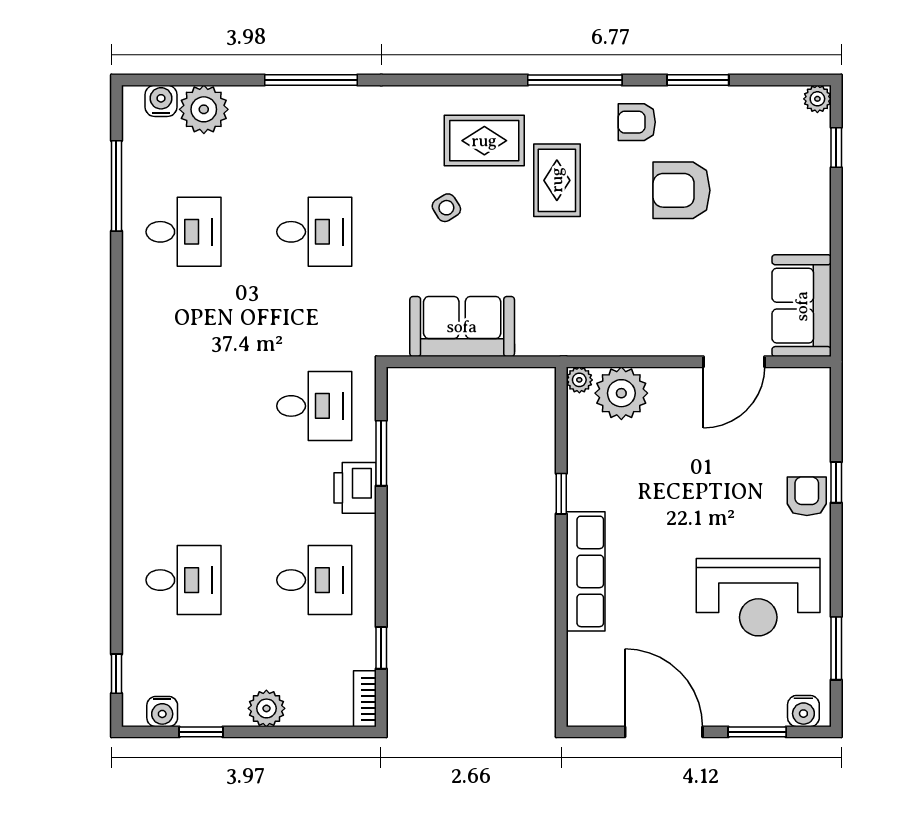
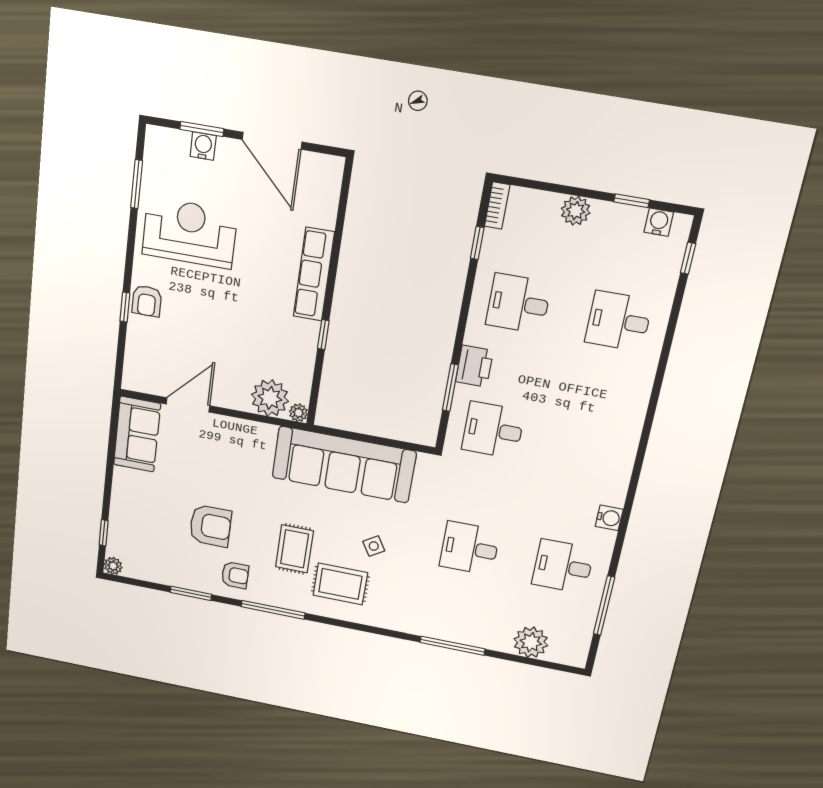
water cooler: (161, 101) -> (609, 518), moved, turned -90
sofa: (462, 327) -> (344, 465), width x1.85, depth x1.27
water cooler: (803, 711) -> (203, 146), moved

